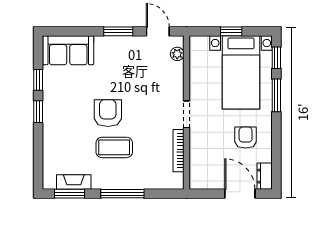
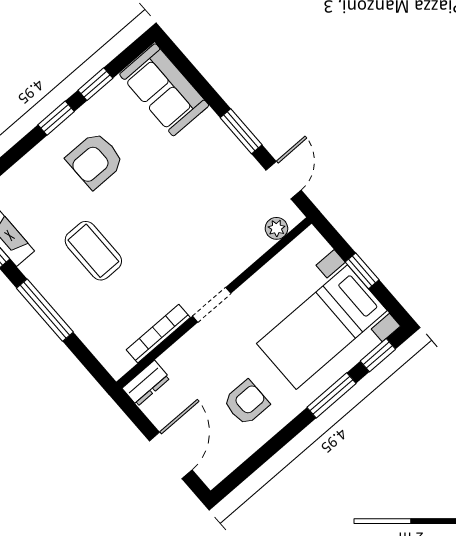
armchair: (108, 113) -> (95, 160), moved, turned 180
dresser: (265, 176) -> (146, 383), moved, turned 180

